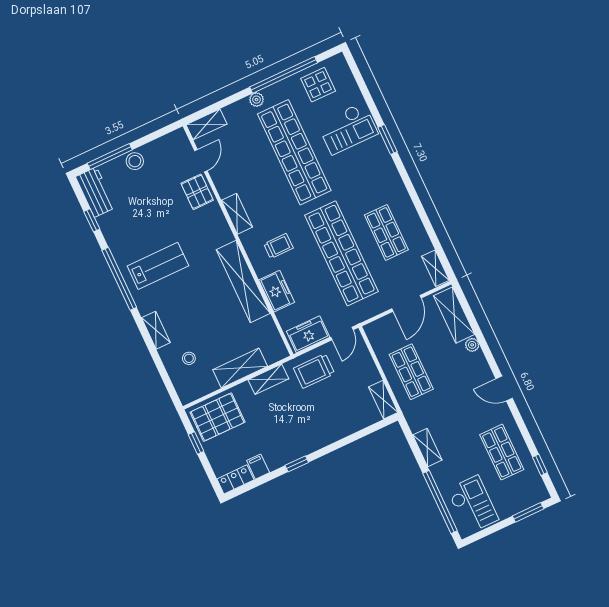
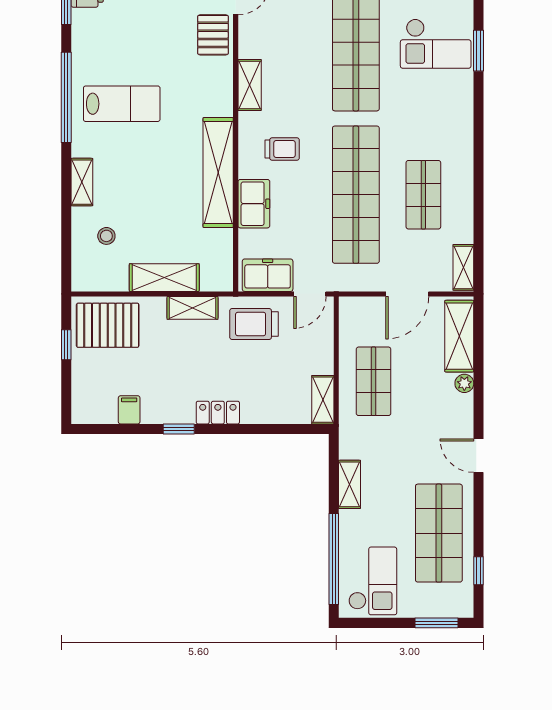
window: (388, 140) -> (479, 51), moved
shop shelf: (502, 452) -> (439, 533), width x1.43, depth x1.36
locker: (235, 479) -> (218, 413), moved

